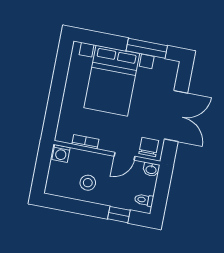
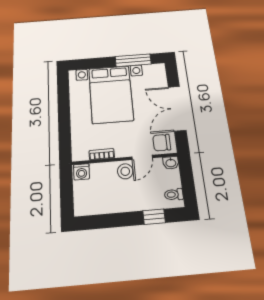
double door: (176, 116) -> (177, 108), swing flipped
chair: (149, 147) -> (162, 143), turned -90
stool: (88, 183) -> (125, 171), moved

